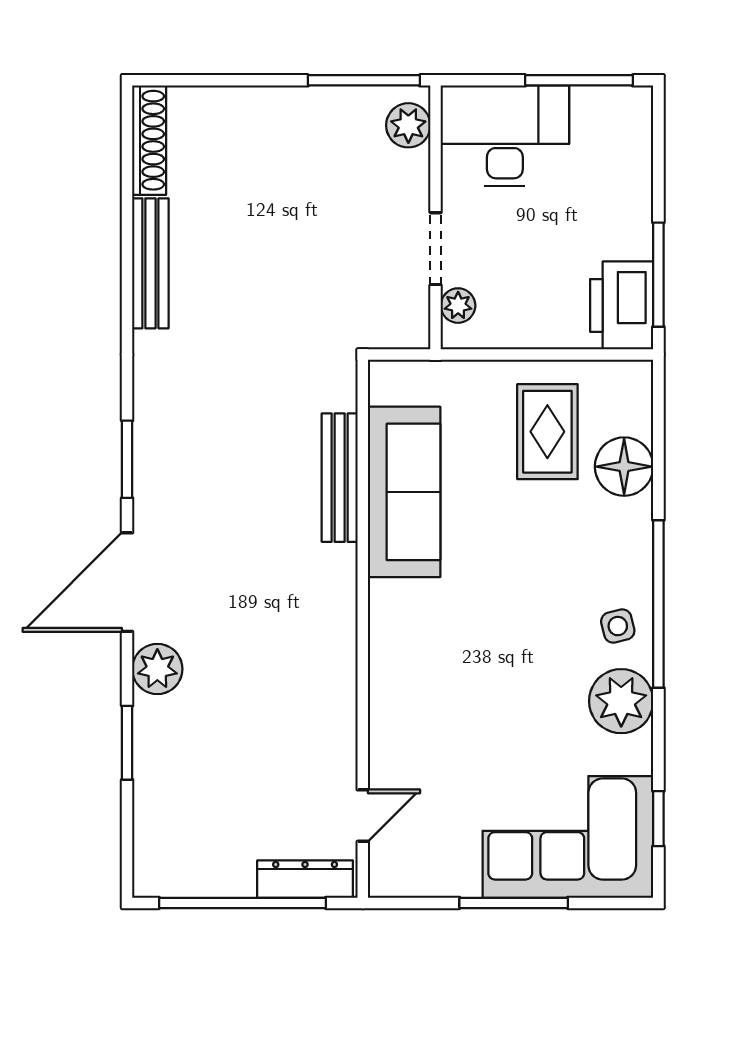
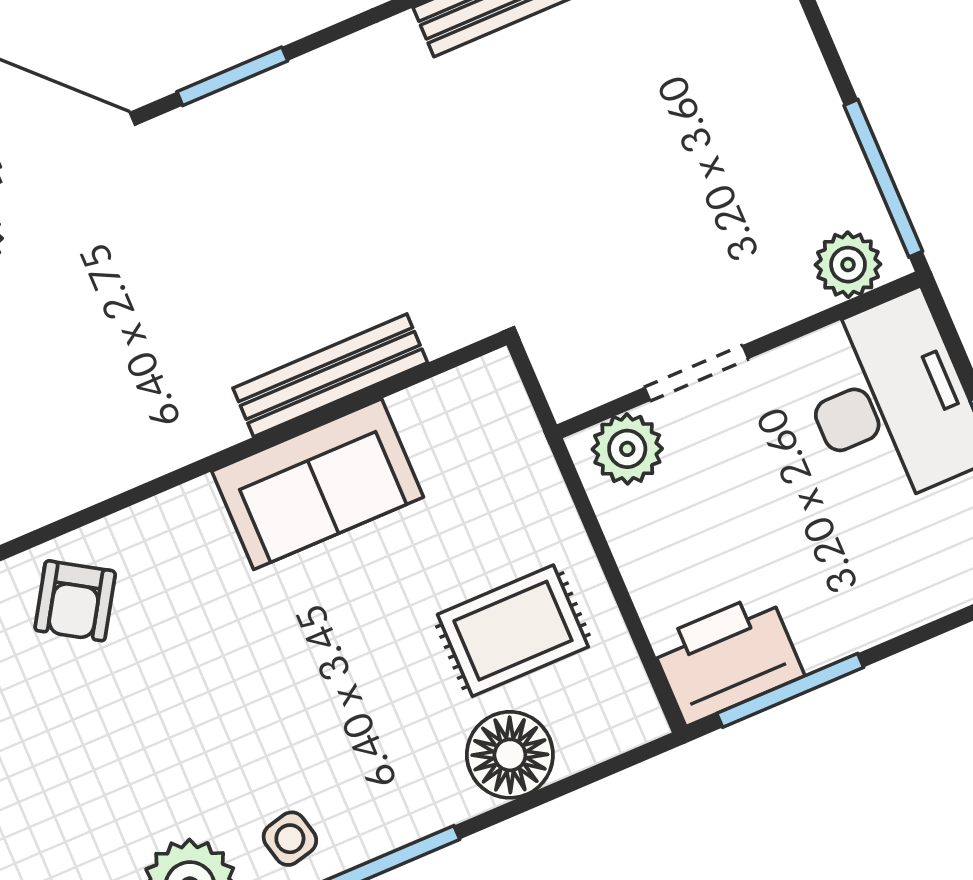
plant: (458, 306) -> (627, 449), width x1.38, depth x1.38
sofa: (404, 492) -> (318, 484), width x0.73
armchair: (412, 697) -> (75, 601), added

